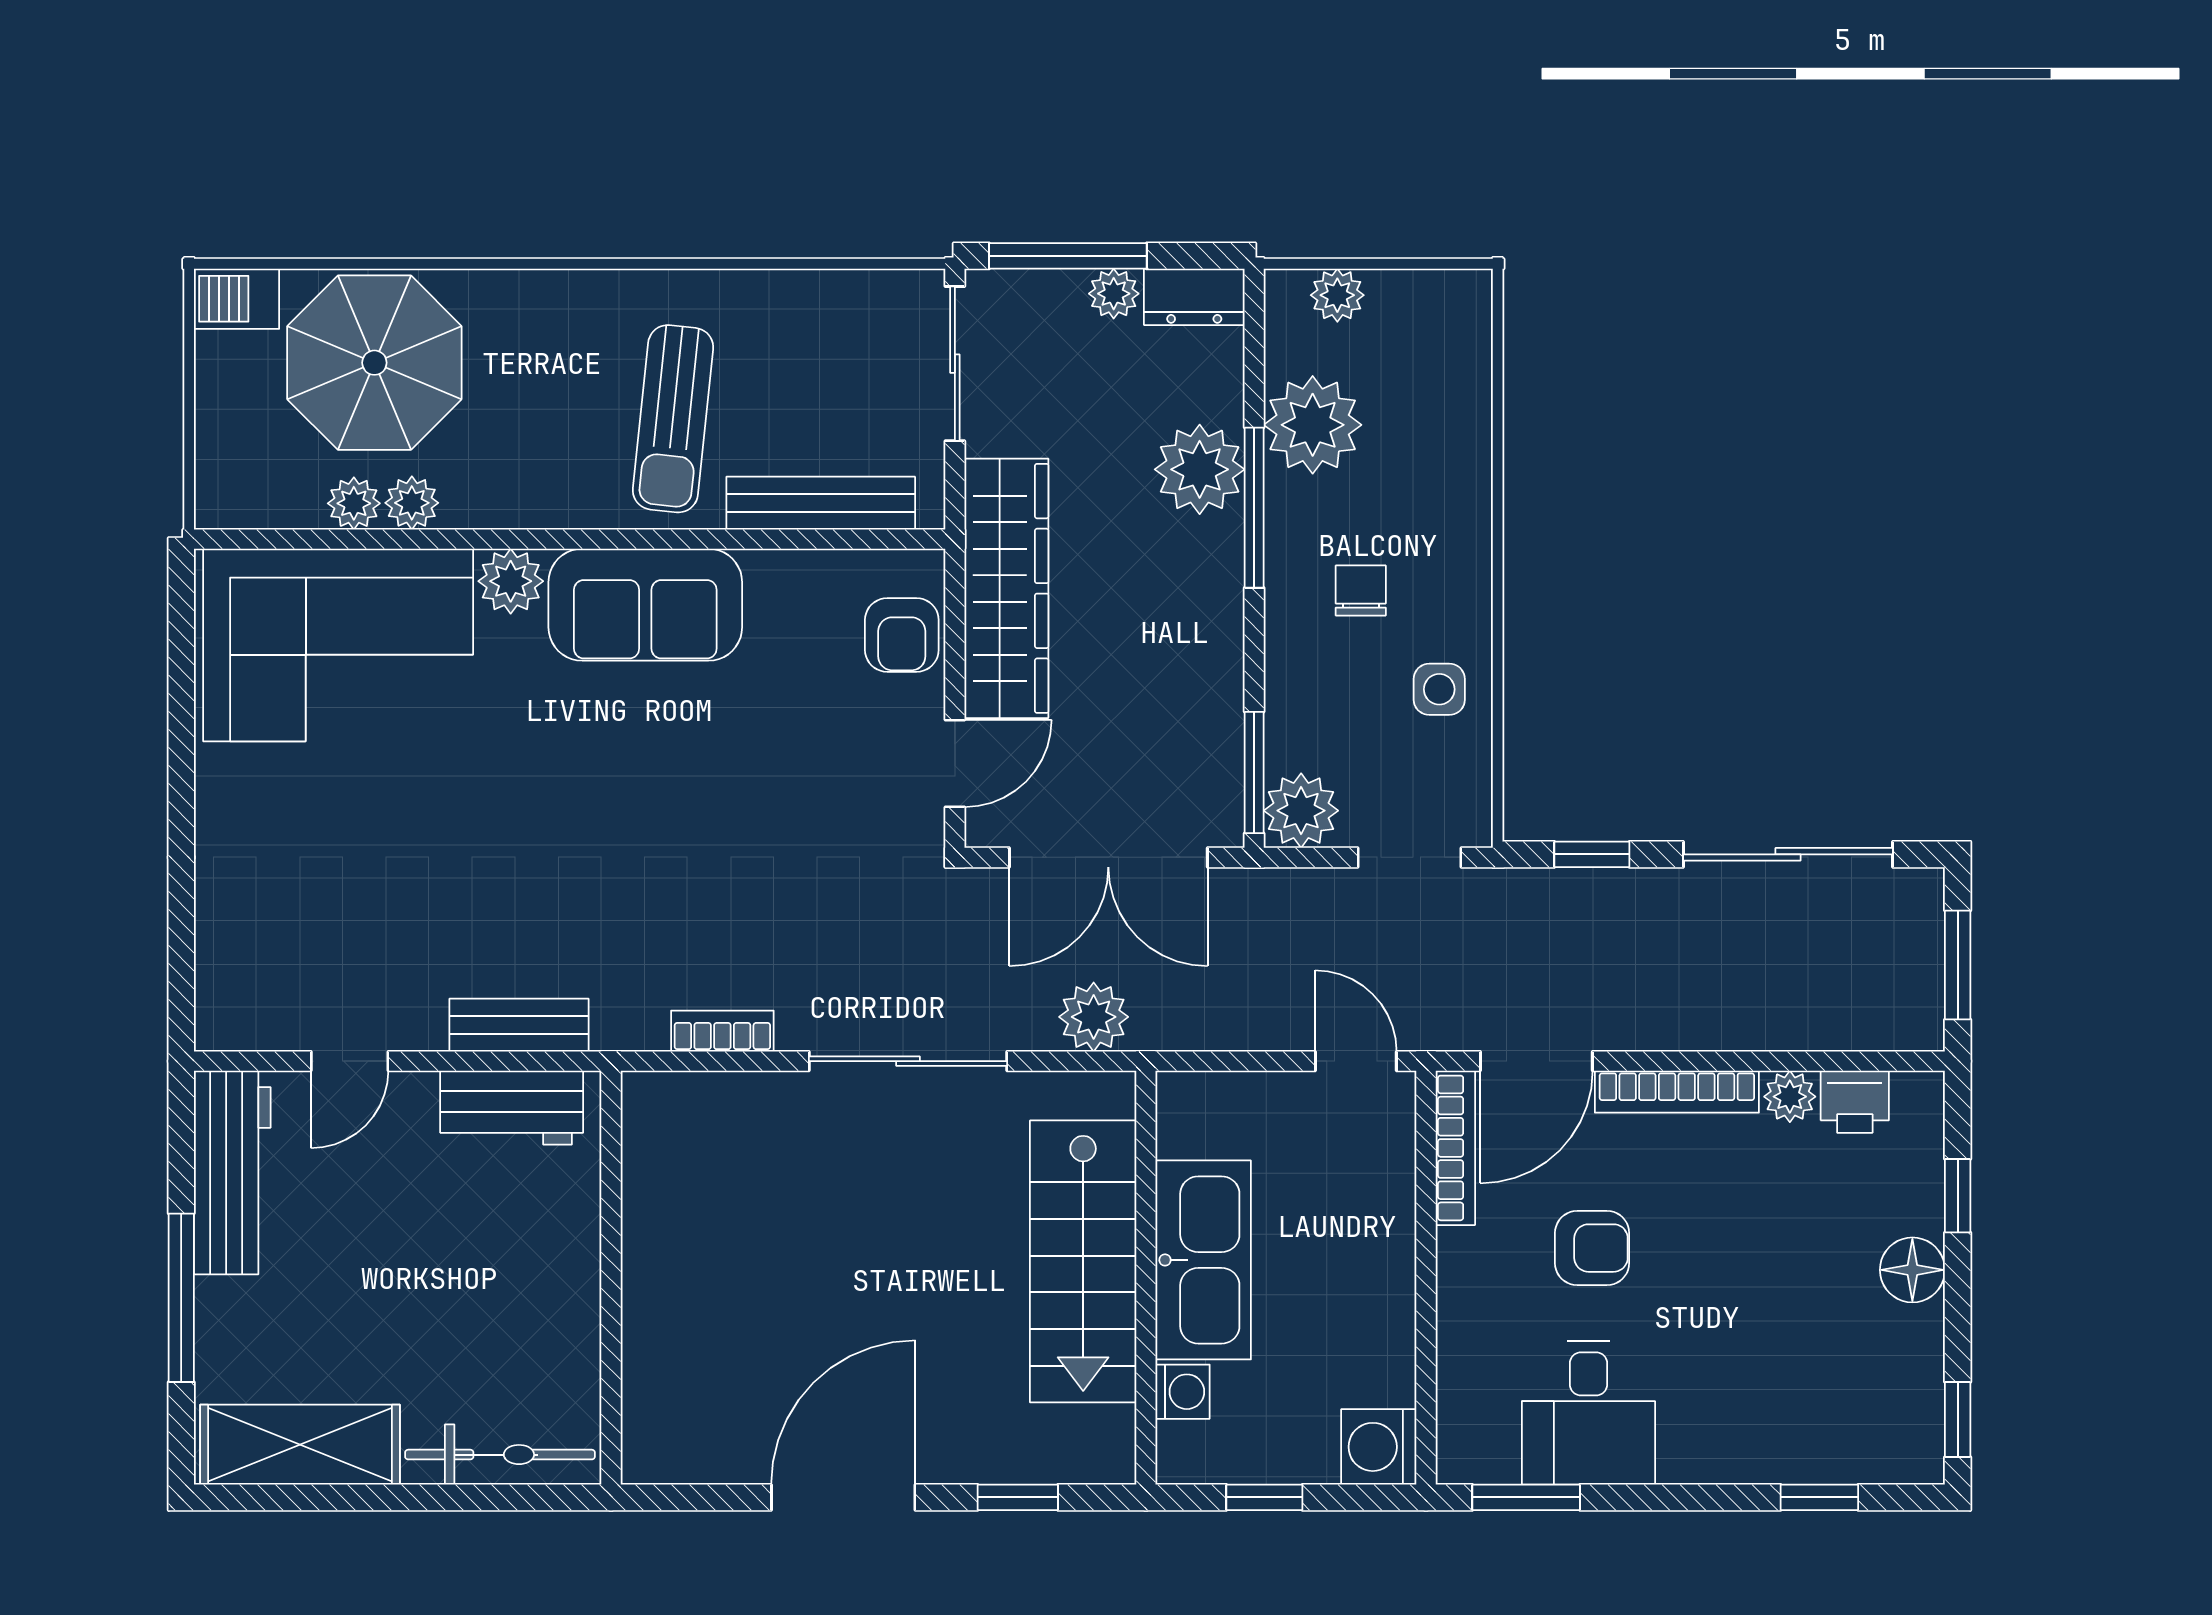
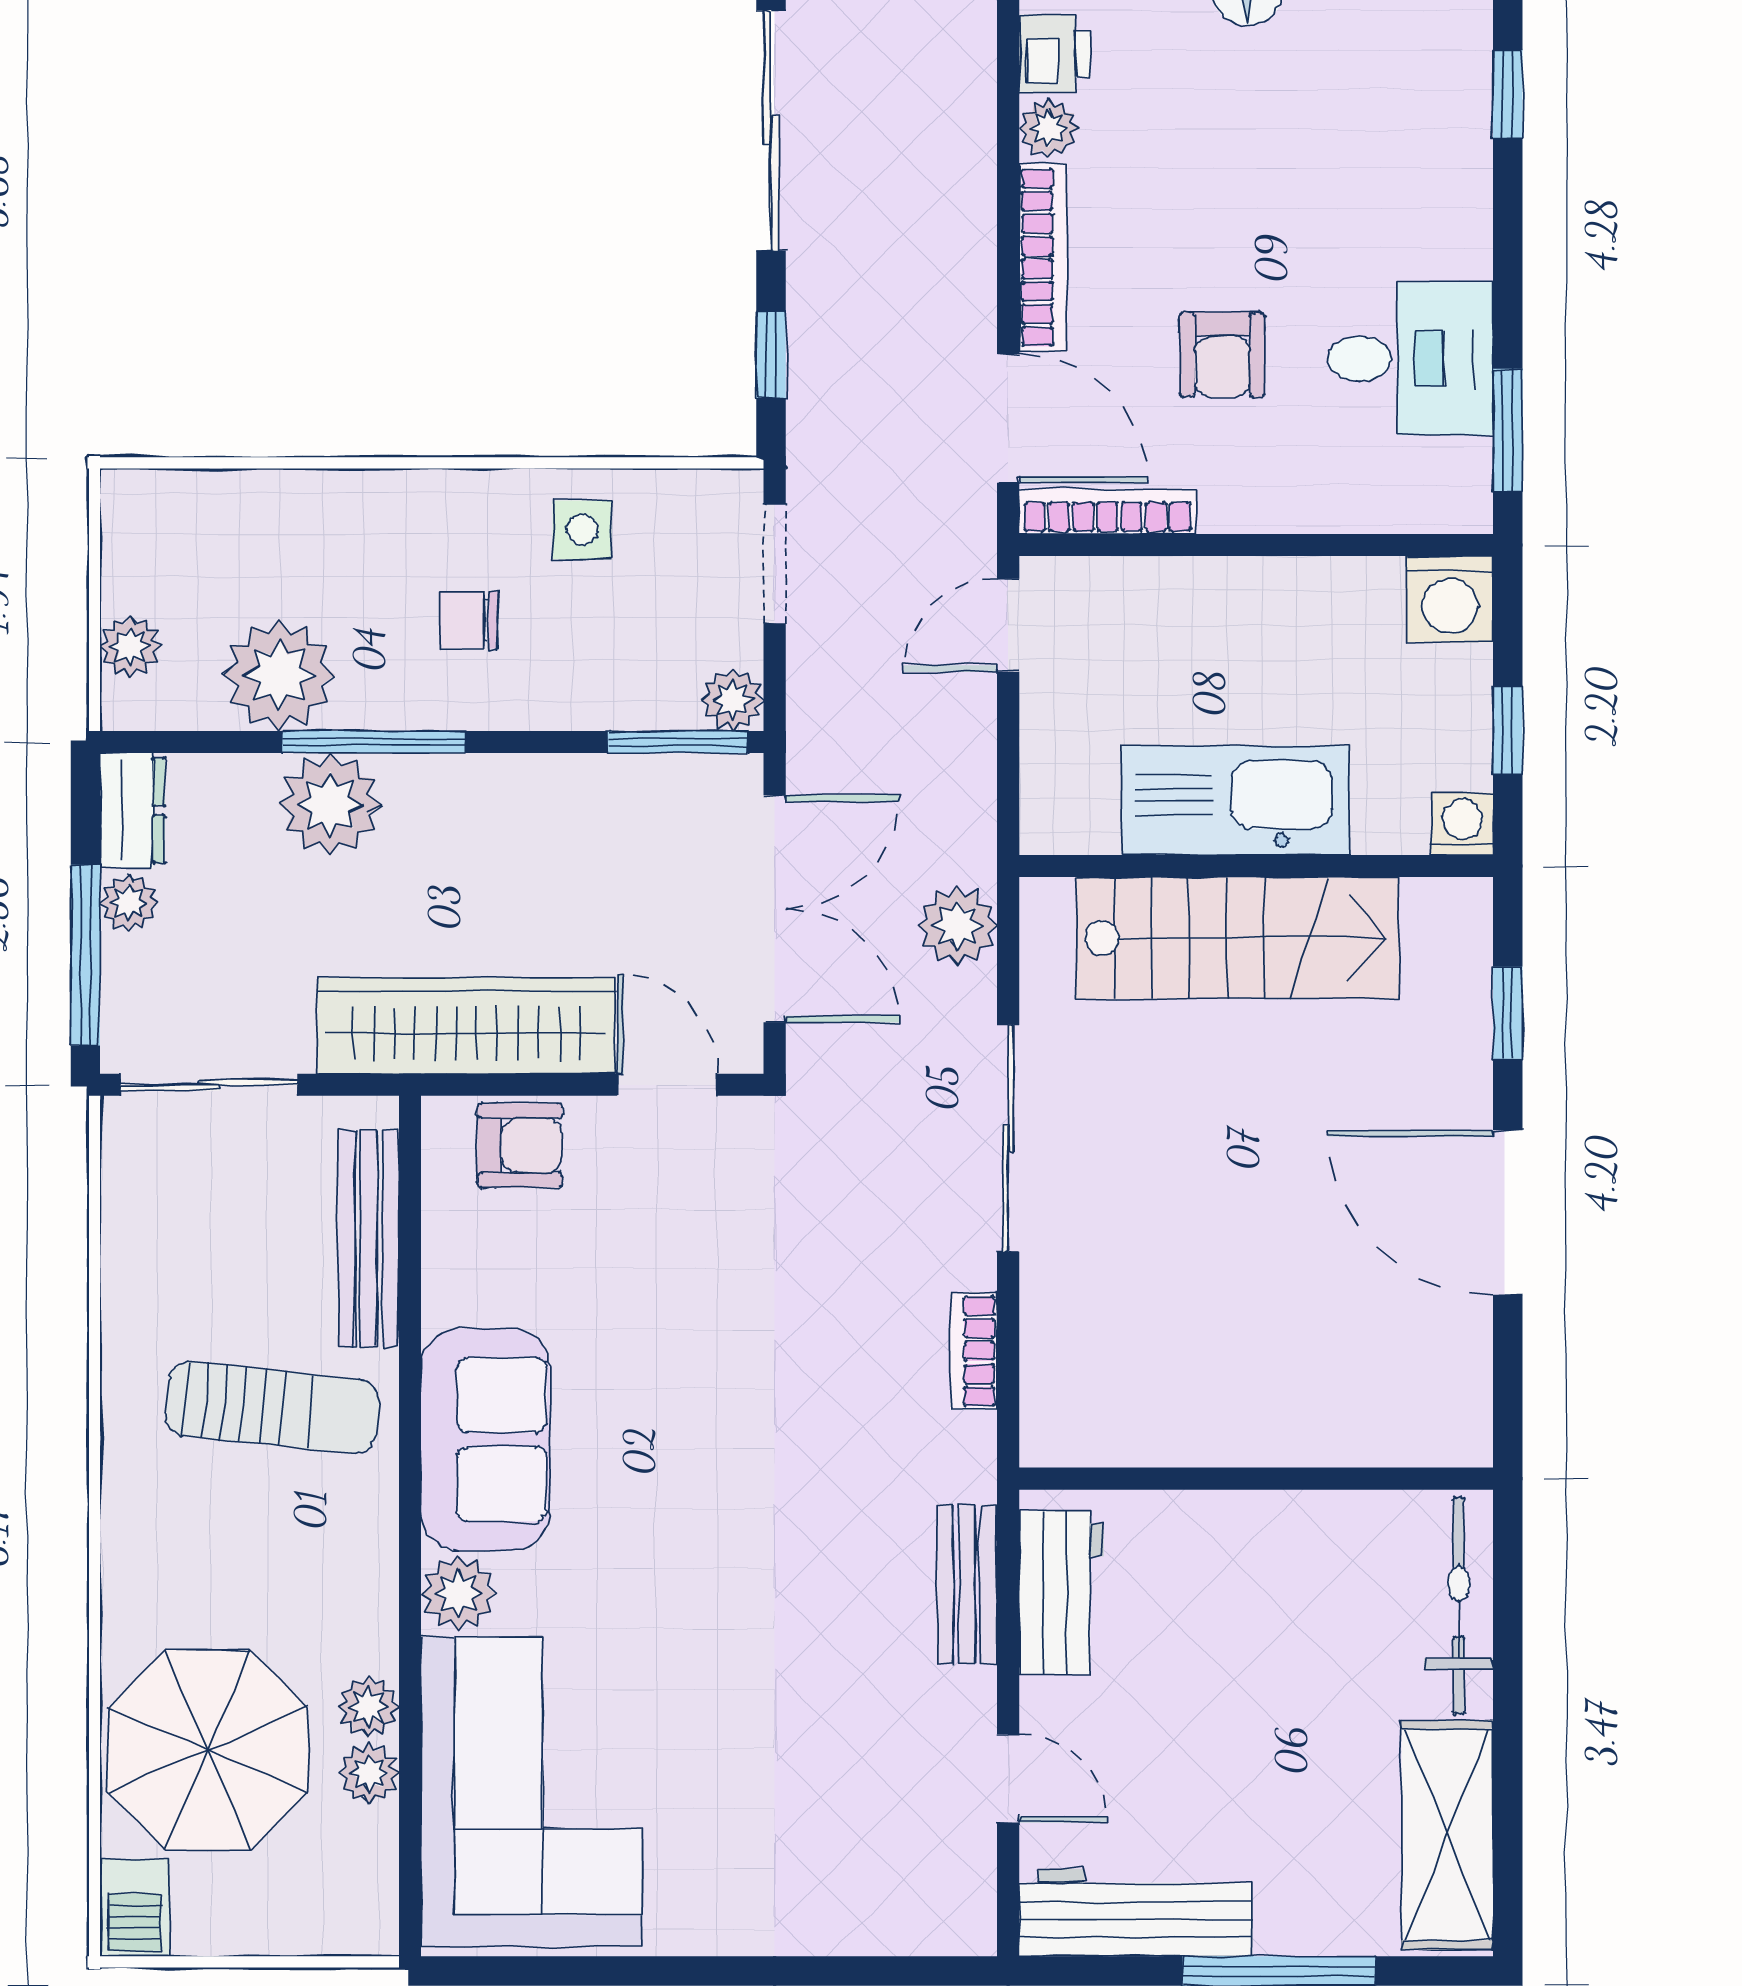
plant: (1301, 811) -> (733, 700), width x0.73, depth x0.73
armchair: (1592, 1248) -> (1222, 355), turned 180
washing machine: (1183, 1392) -> (1462, 824), moved

